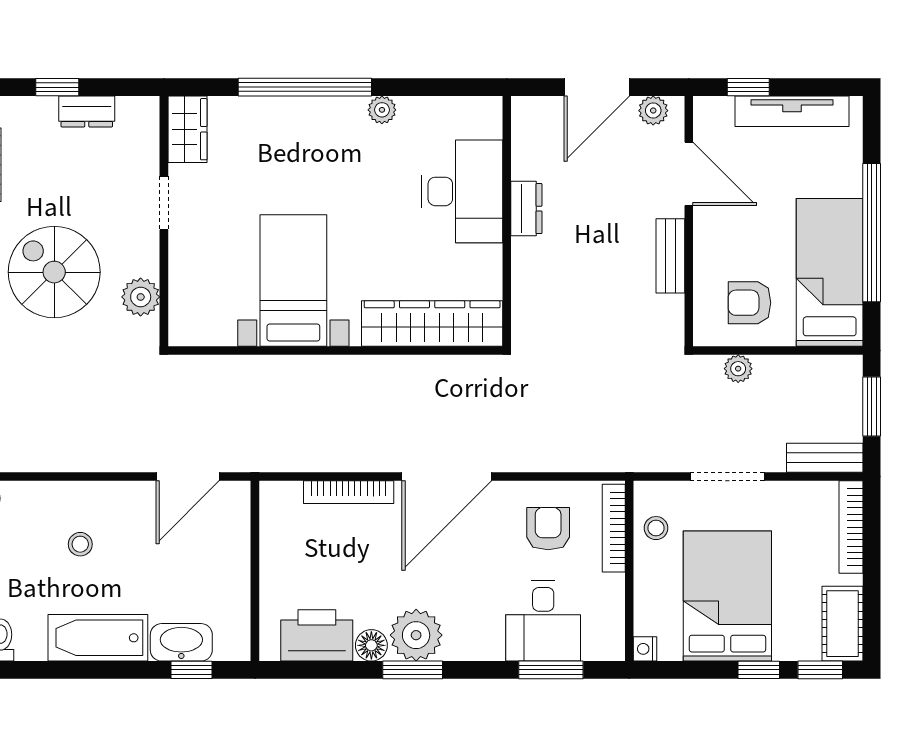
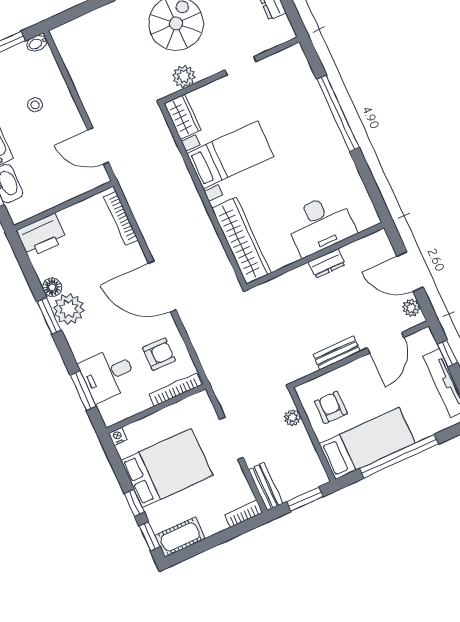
plant: (382, 110) -> (345, 161), removed
wardrobe: (188, 129) -> (183, 117), moved, turned -90
bookcase: (349, 492) -> (121, 218), moved
bookcase: (851, 527) -> (244, 514), width x0.64
stool: (656, 528) -> (186, 412), removed
printer: (317, 635) -> (42, 235), moved, turned 90

